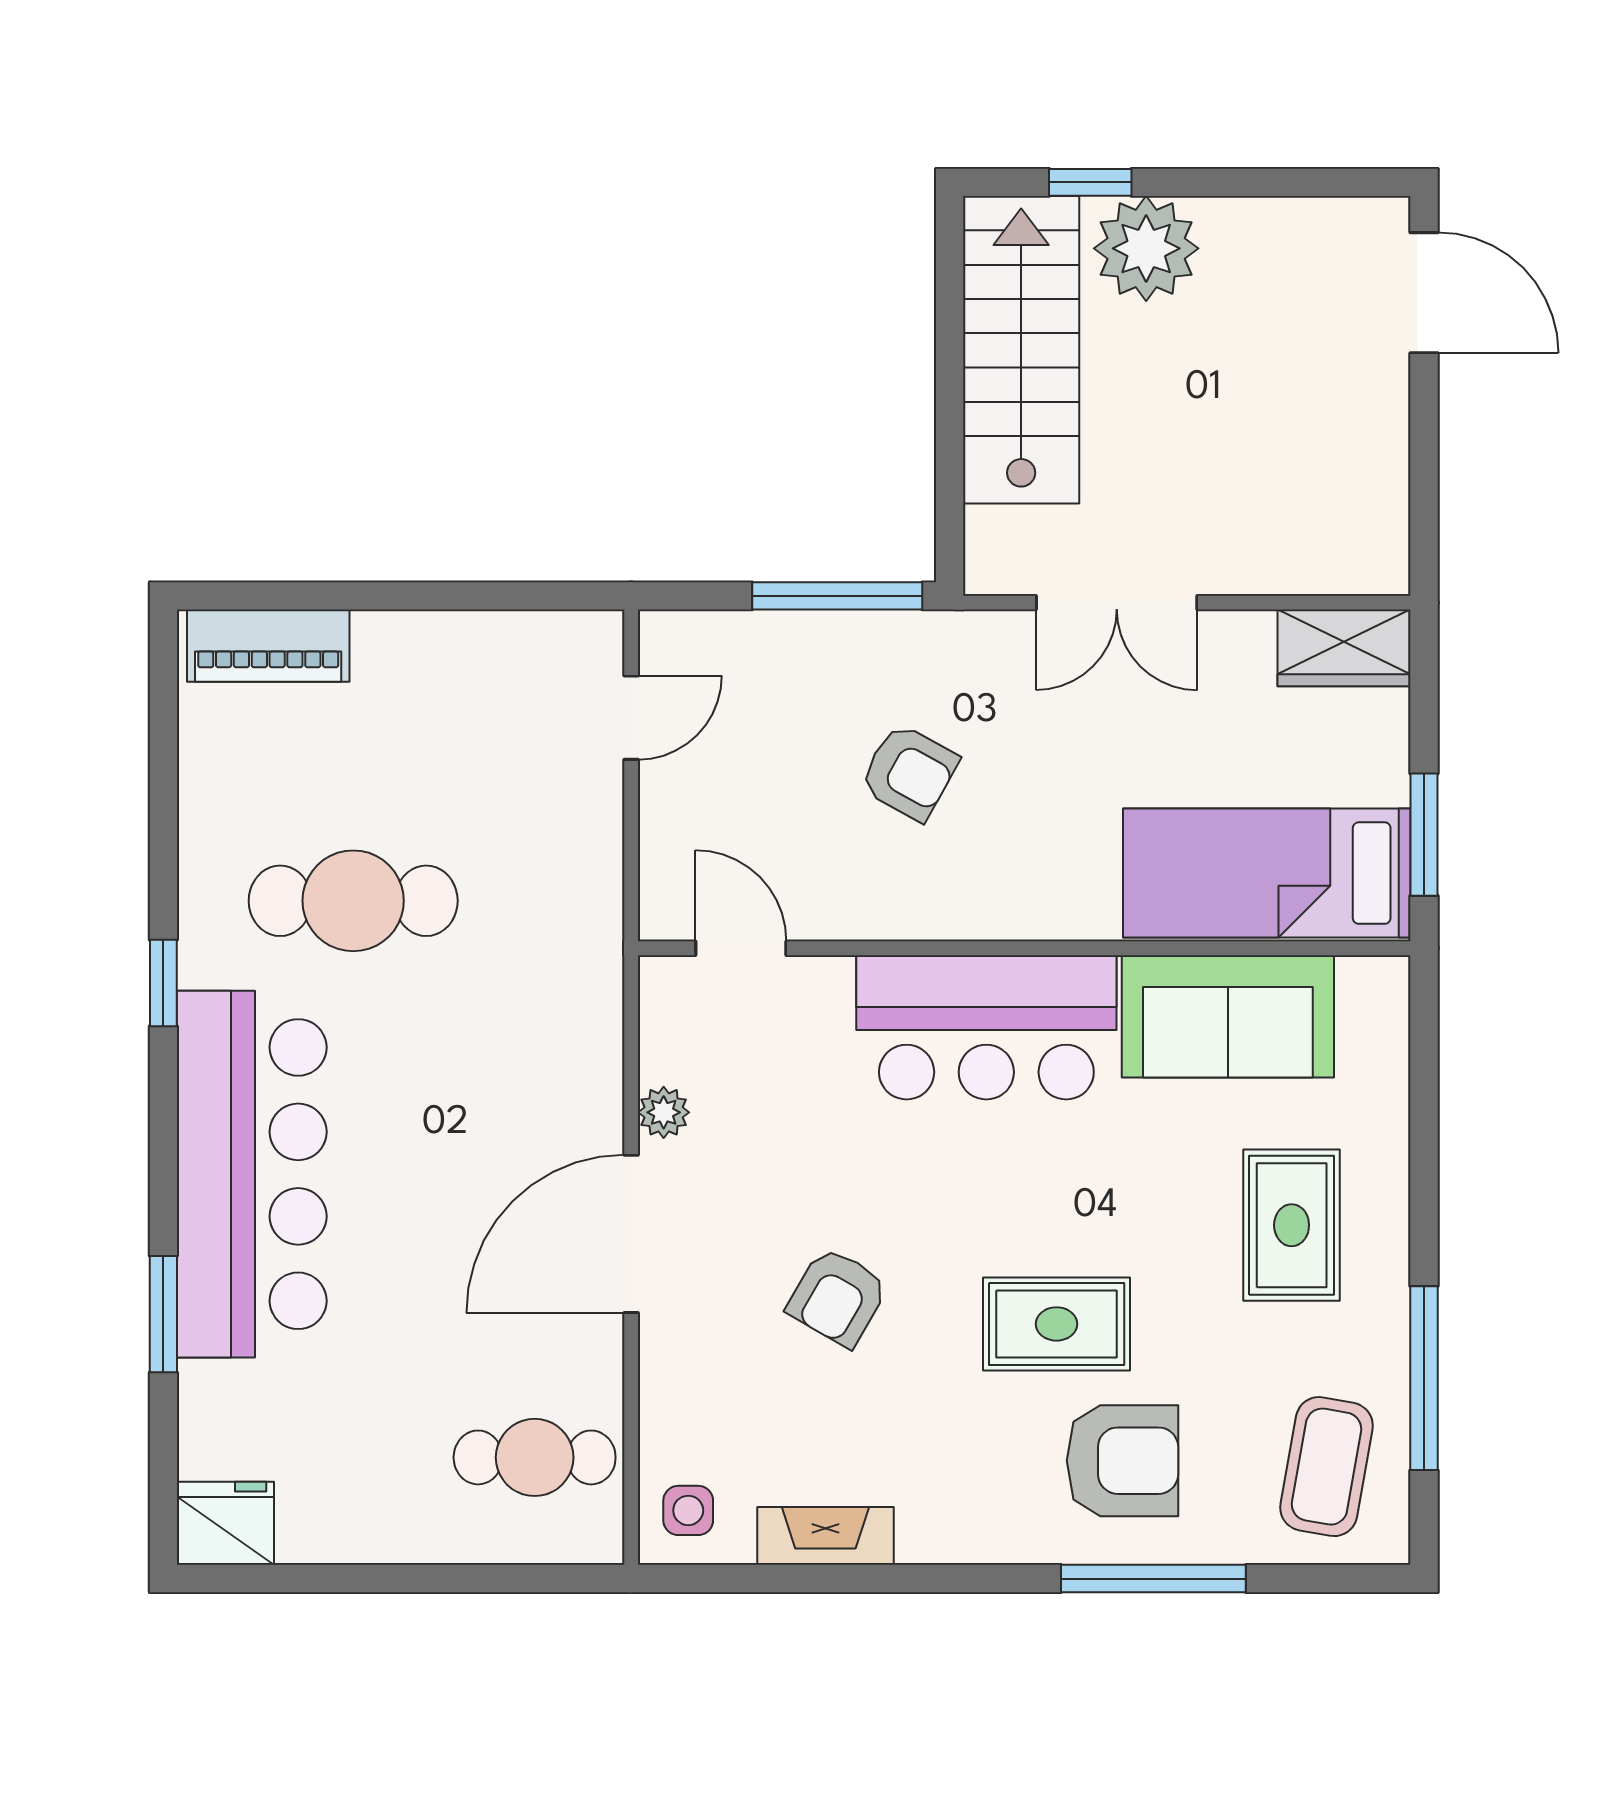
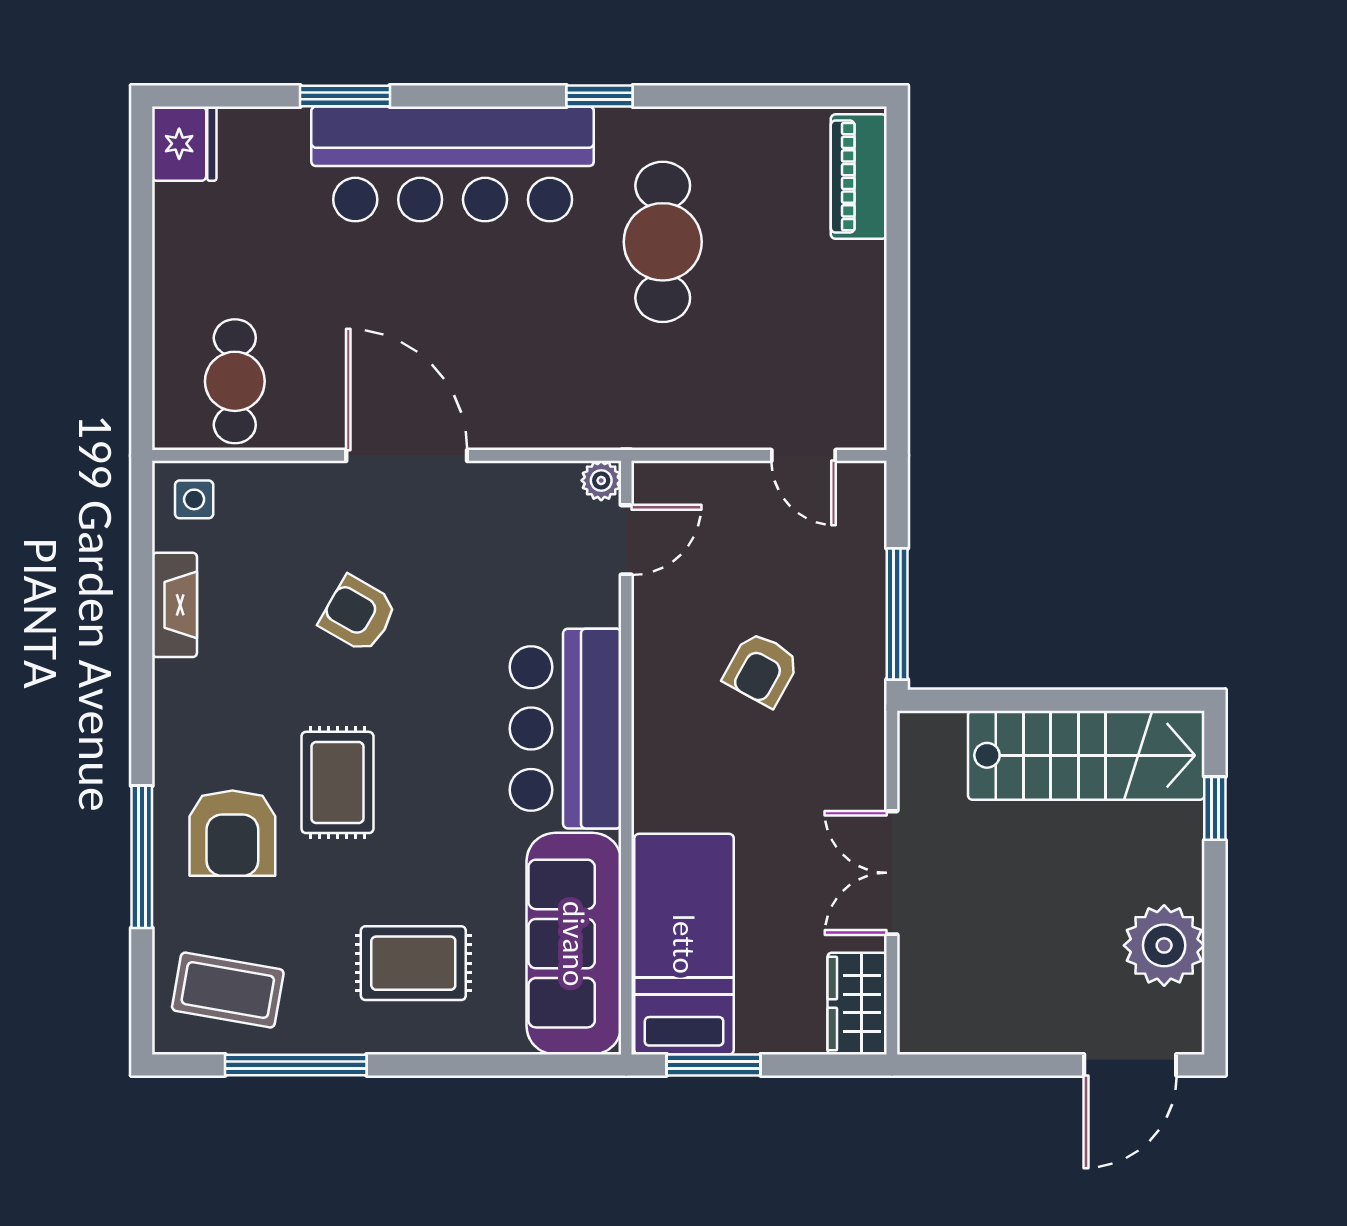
plant: (1146, 248) -> (1164, 945), moved
double door: (1117, 603) -> (892, 873), moved
sofa: (1228, 1016) -> (574, 944), width x1.36
plant: (664, 1112) -> (601, 480), moved

